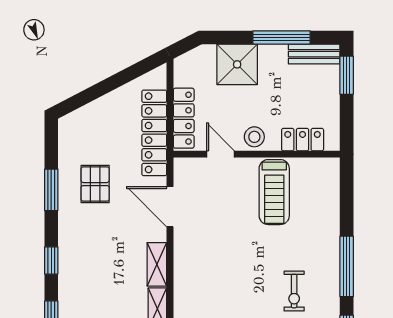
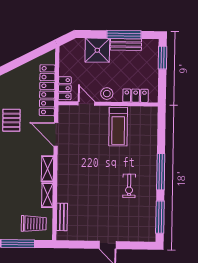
bench: (314, 54) -> (126, 44), moved
locker: (184, 118) -> (65, 88), width x0.66

